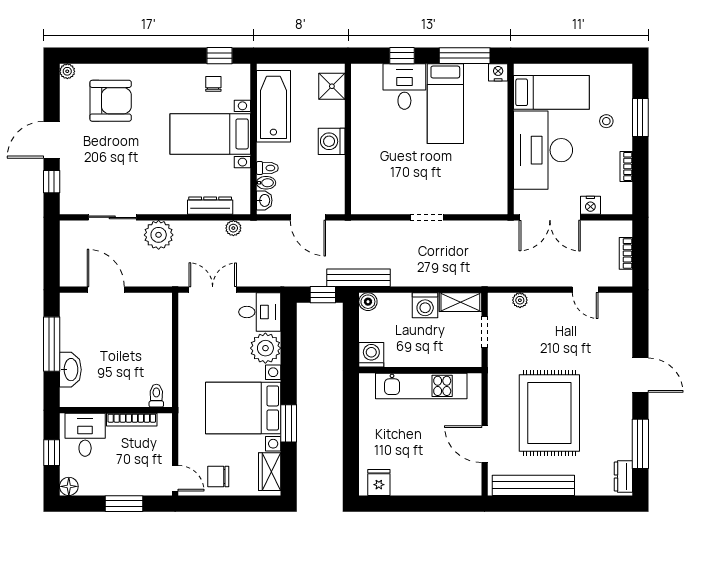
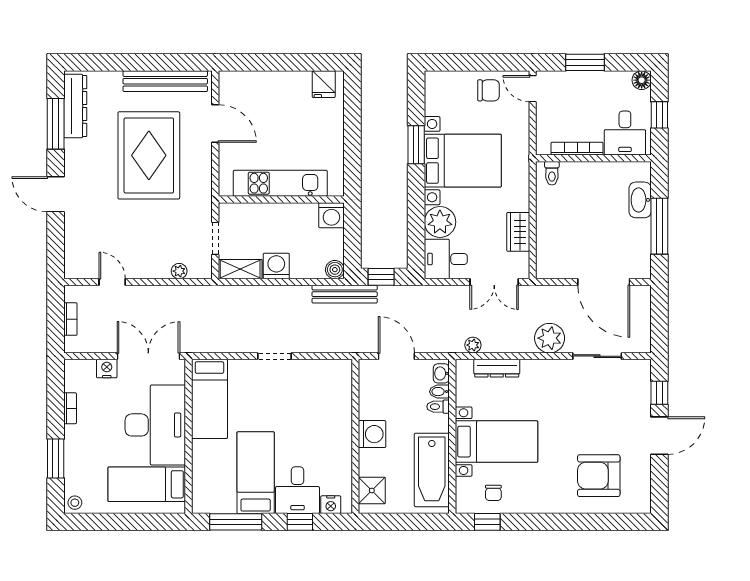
plant: (67, 71) -> (643, 506), removed
nightstand: (498, 72) -> (331, 505), moved
stool: (606, 121) -> (75, 503), moved
bed: (490, 176) -> (209, 399), added
door: (106, 290) -> (604, 282), width x1.36
wardrobe: (270, 472) -> (518, 232), moved, turned 180
dresser: (623, 476) -> (75, 106), width x1.96, depth x1.24

